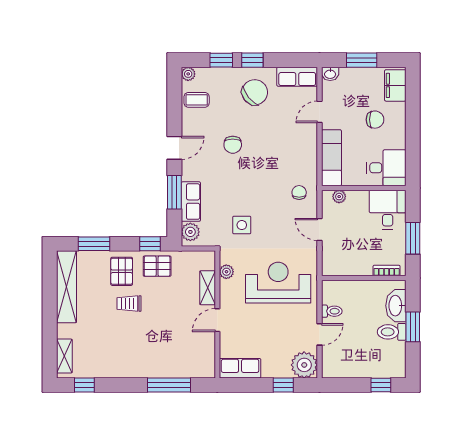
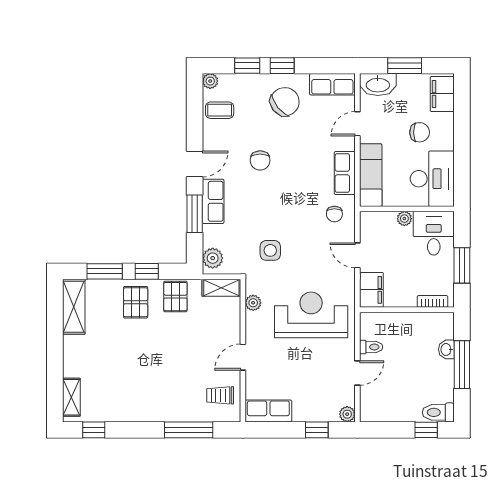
washbasin: (330, 74) -> (378, 84), width x1.91, depth x1.45
row of seats: (308, 156) -> (345, 173), added
desk: (386, 168) -> (432, 179), width x1.37
chair: (299, 193) -> (334, 214), turned 180
plant: (339, 197) -> (404, 219), moved
row of seats: (191, 202) -> (213, 201), moved
window: (150, 244) -> (147, 271), moved
filing cabinet: (332, 260) -> (371, 290), added
pallet: (157, 266) -> (175, 297), turned 90
shelving: (66, 287) -> (74, 307), width x0.68
shelving: (208, 288) -> (221, 288), moved, turned 90
trolley: (129, 304) -> (220, 395), moved
washbasin: (396, 306) -> (446, 349), width x0.52, depth x0.69
window: (413, 327) -> (462, 365), width x1.44
toilet: (392, 332) -> (438, 412), moved
plant: (304, 365) -> (347, 414), width x0.53, depth x0.53

